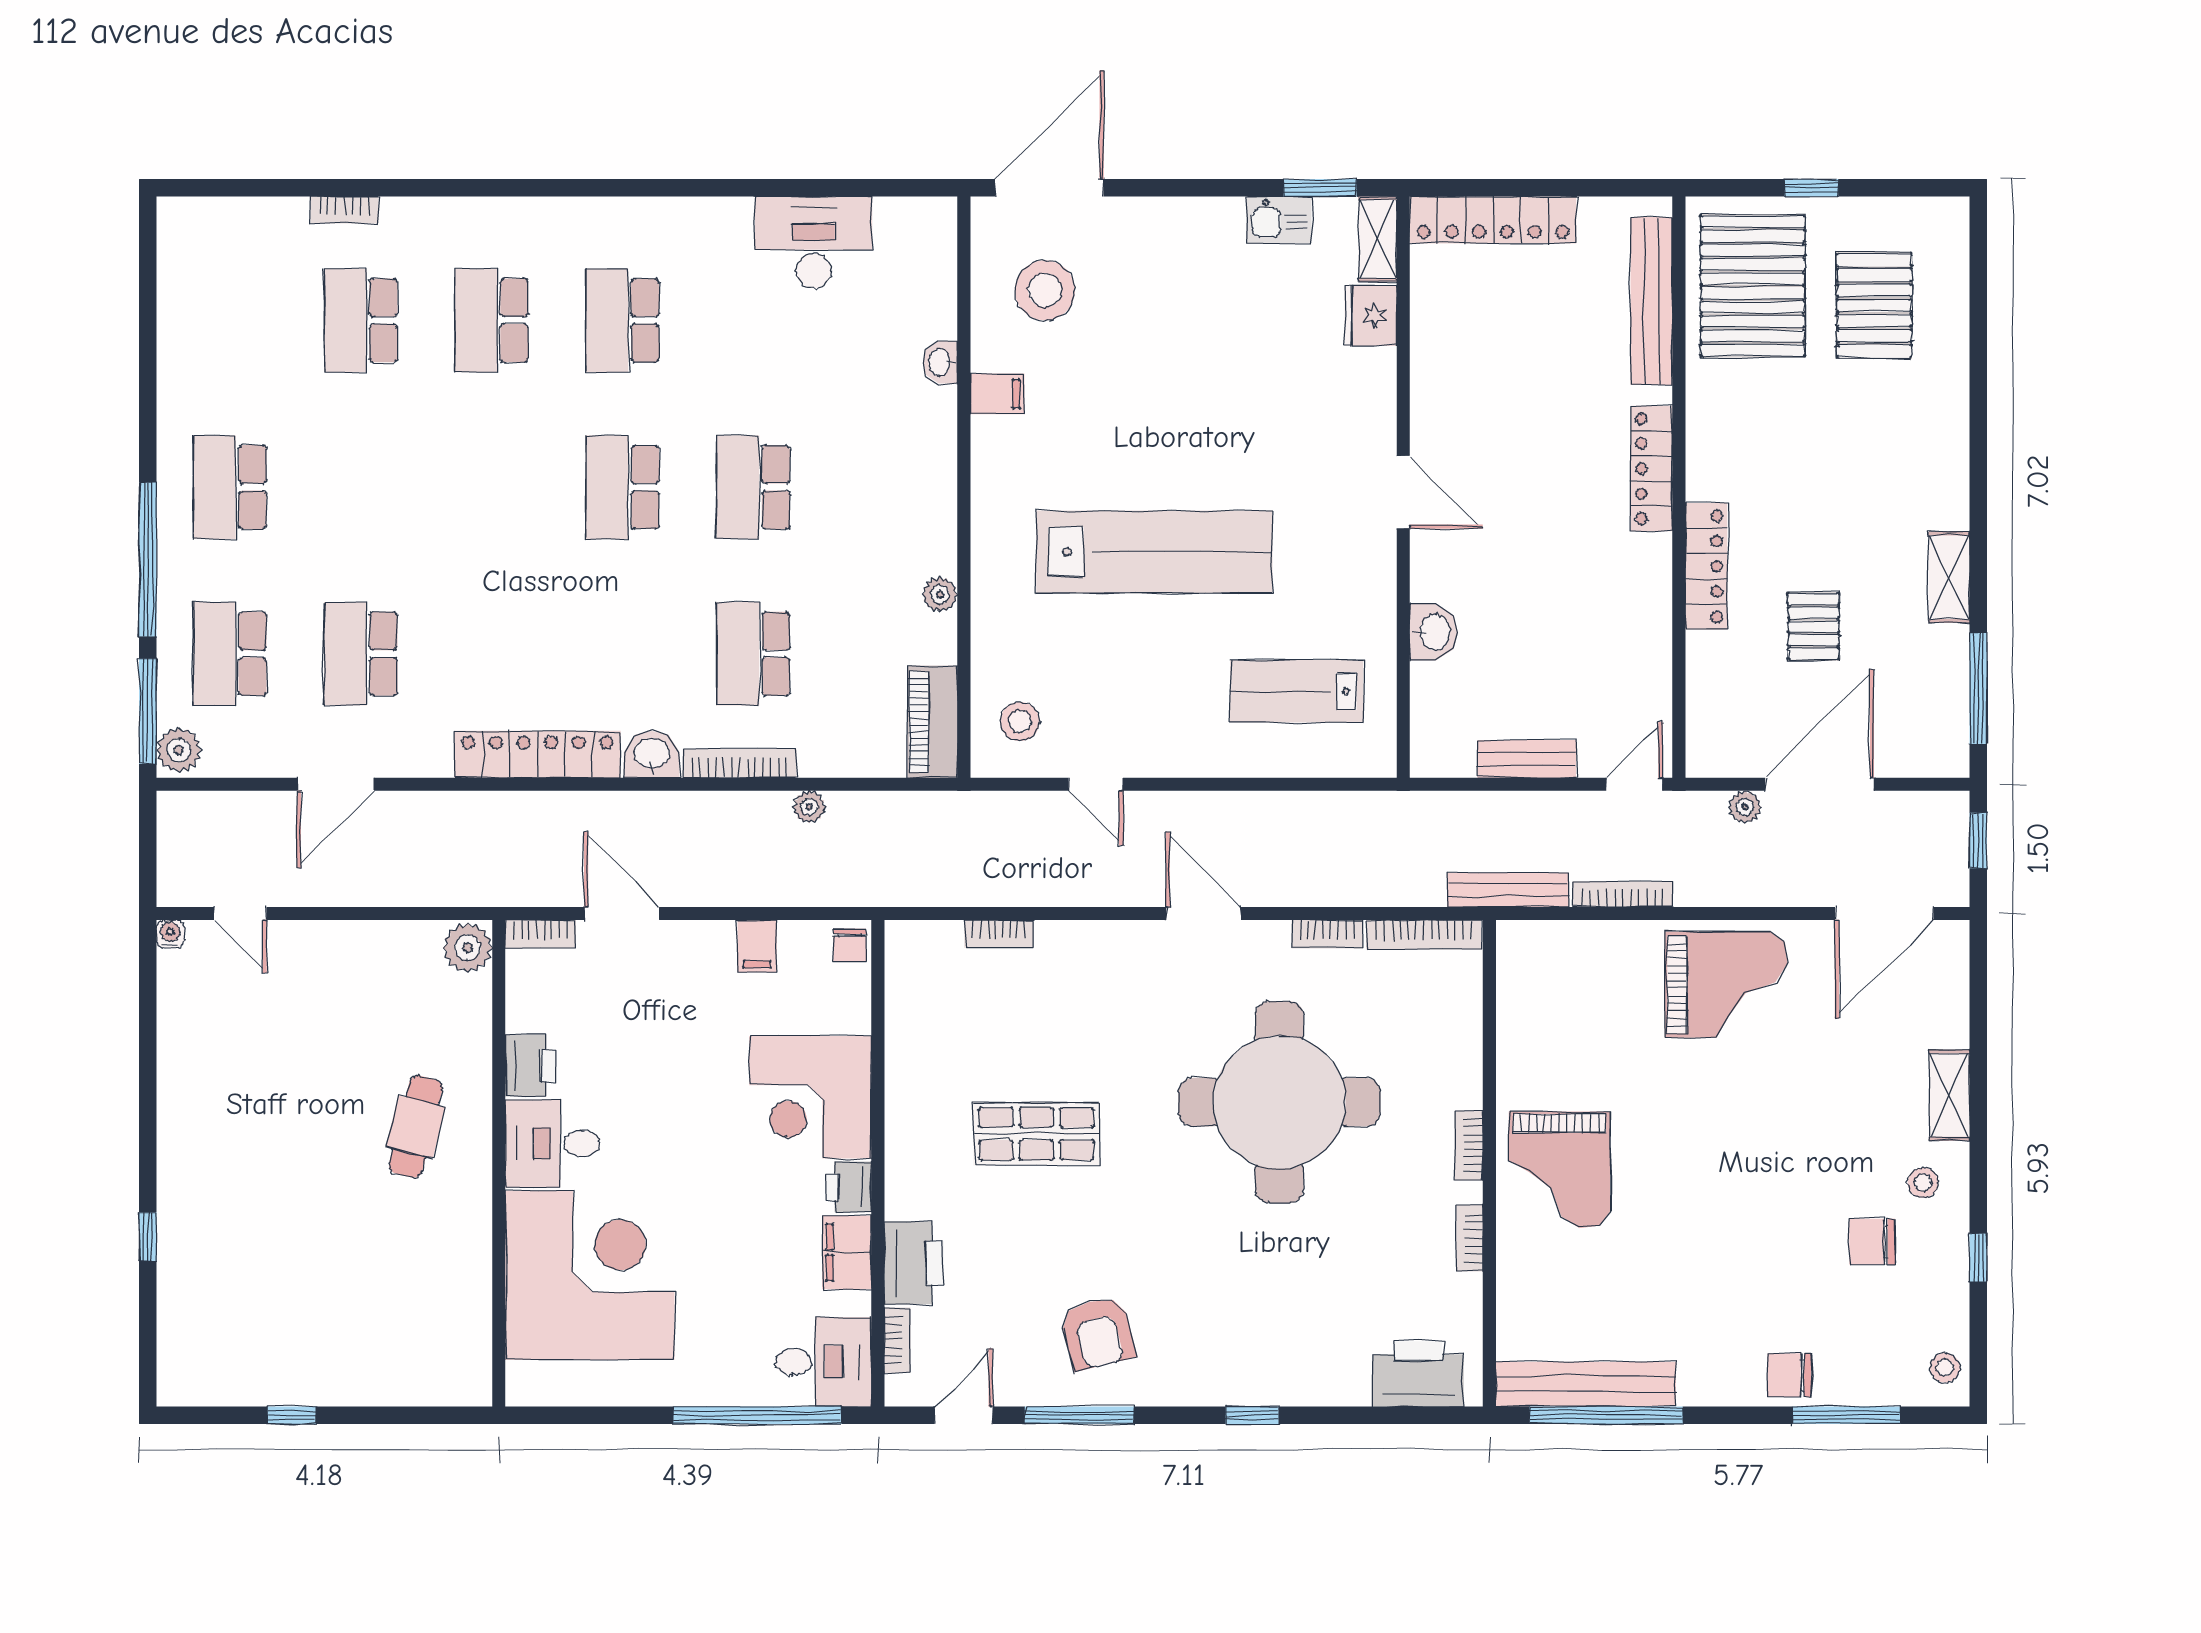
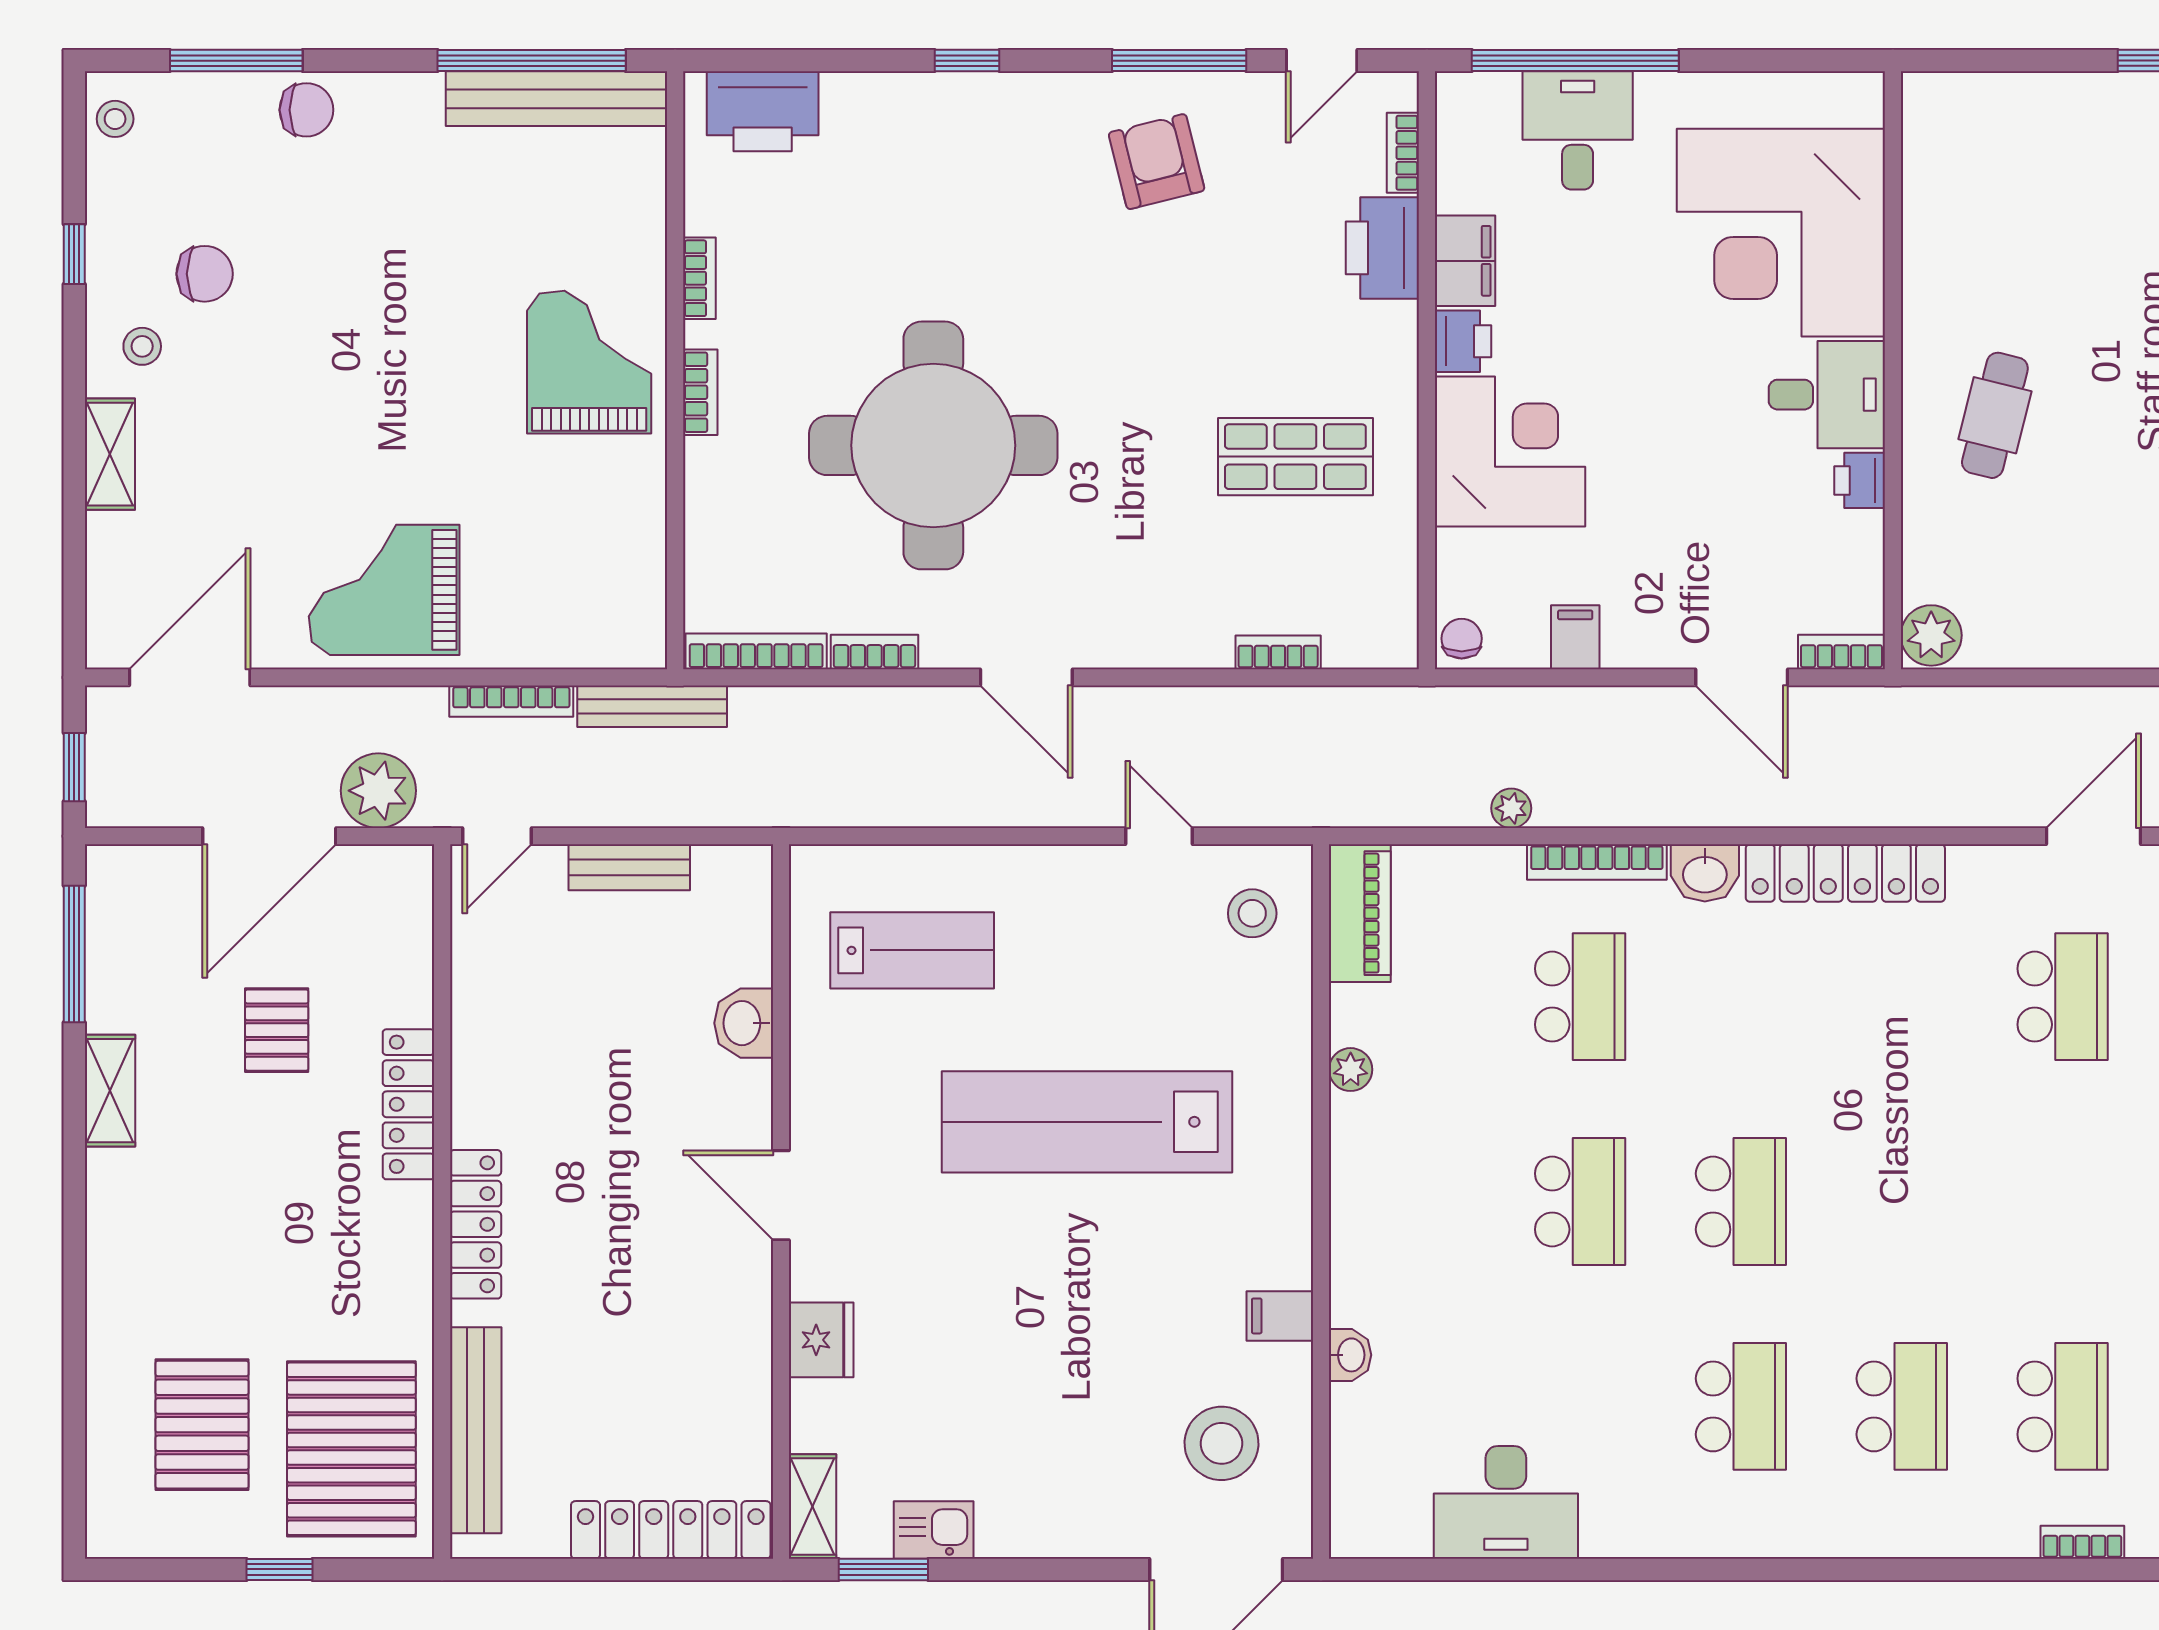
fridge: (1371, 315) -> (821, 1340), moved
plant: (1745, 807) -> (378, 791), width x1.87, depth x1.87
printer: (531, 1065) -> (1860, 480), width x0.73, depth x0.81
shop shelf: (1036, 1134) -> (1295, 457), moved
desk: (823, 1362) -> (1578, 130), moved, turned 90

